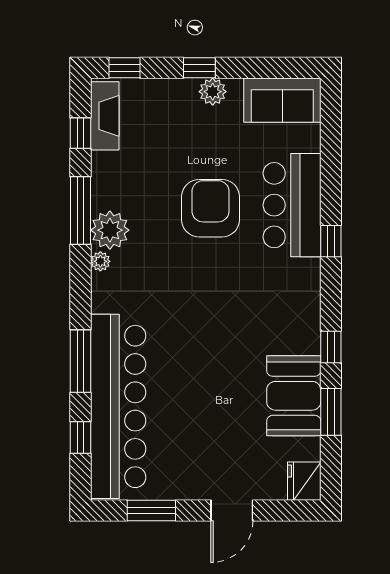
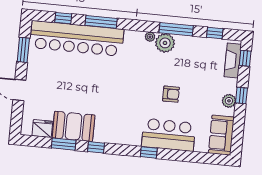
fireplace: (105, 116) -> (233, 60), moved, turned 90
armchair: (211, 208) -> (171, 94), width x0.53, depth x0.53
fridge: (304, 481) -> (42, 129), moved

